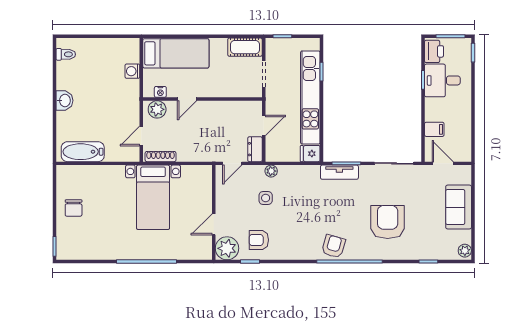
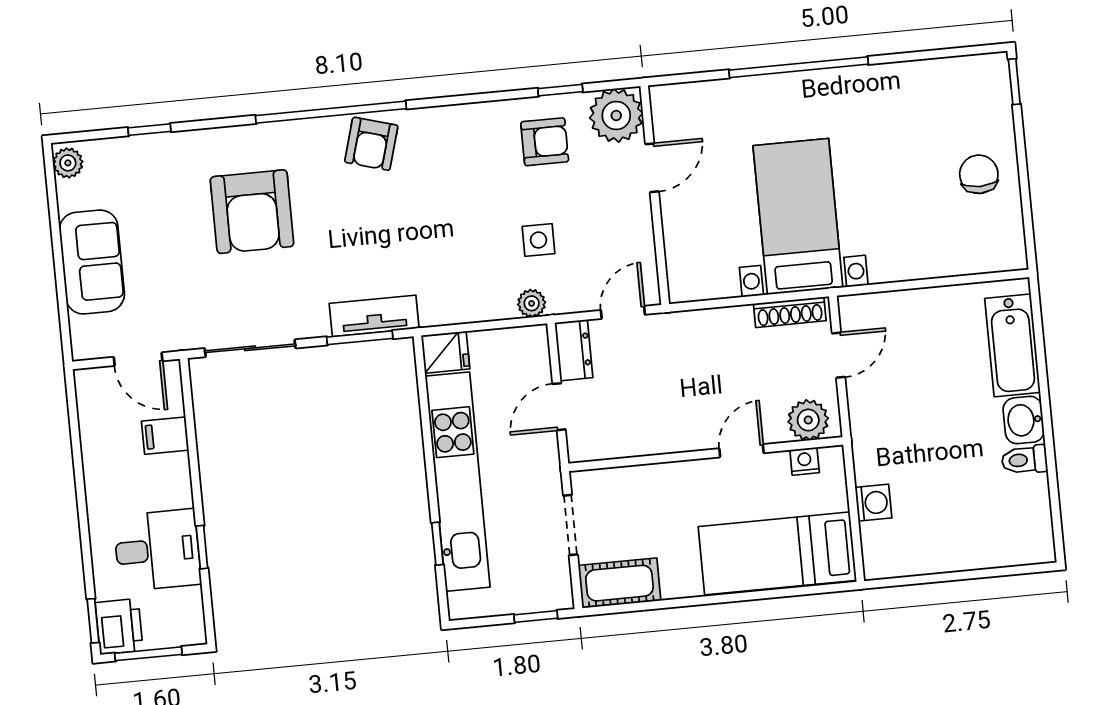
printer: (434, 51) -> (119, 627), moved, turned 180
toilet: (66, 54) -> (1024, 460), moved
bathtub: (83, 152) -> (1013, 345), moved, turned 90

